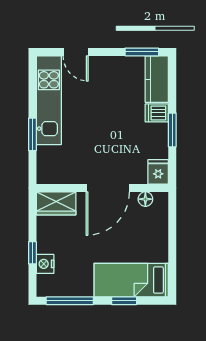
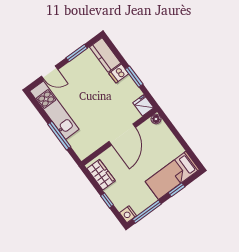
window: (142, 52) -> (77, 53), moved
window: (32, 134) -> (59, 136), width x1.44
floor lamp: (145, 199) -> (156, 119), moved
wardrobe: (56, 203) -> (101, 175), moved, turned -90
nightstand: (45, 264) -> (128, 214), moved

